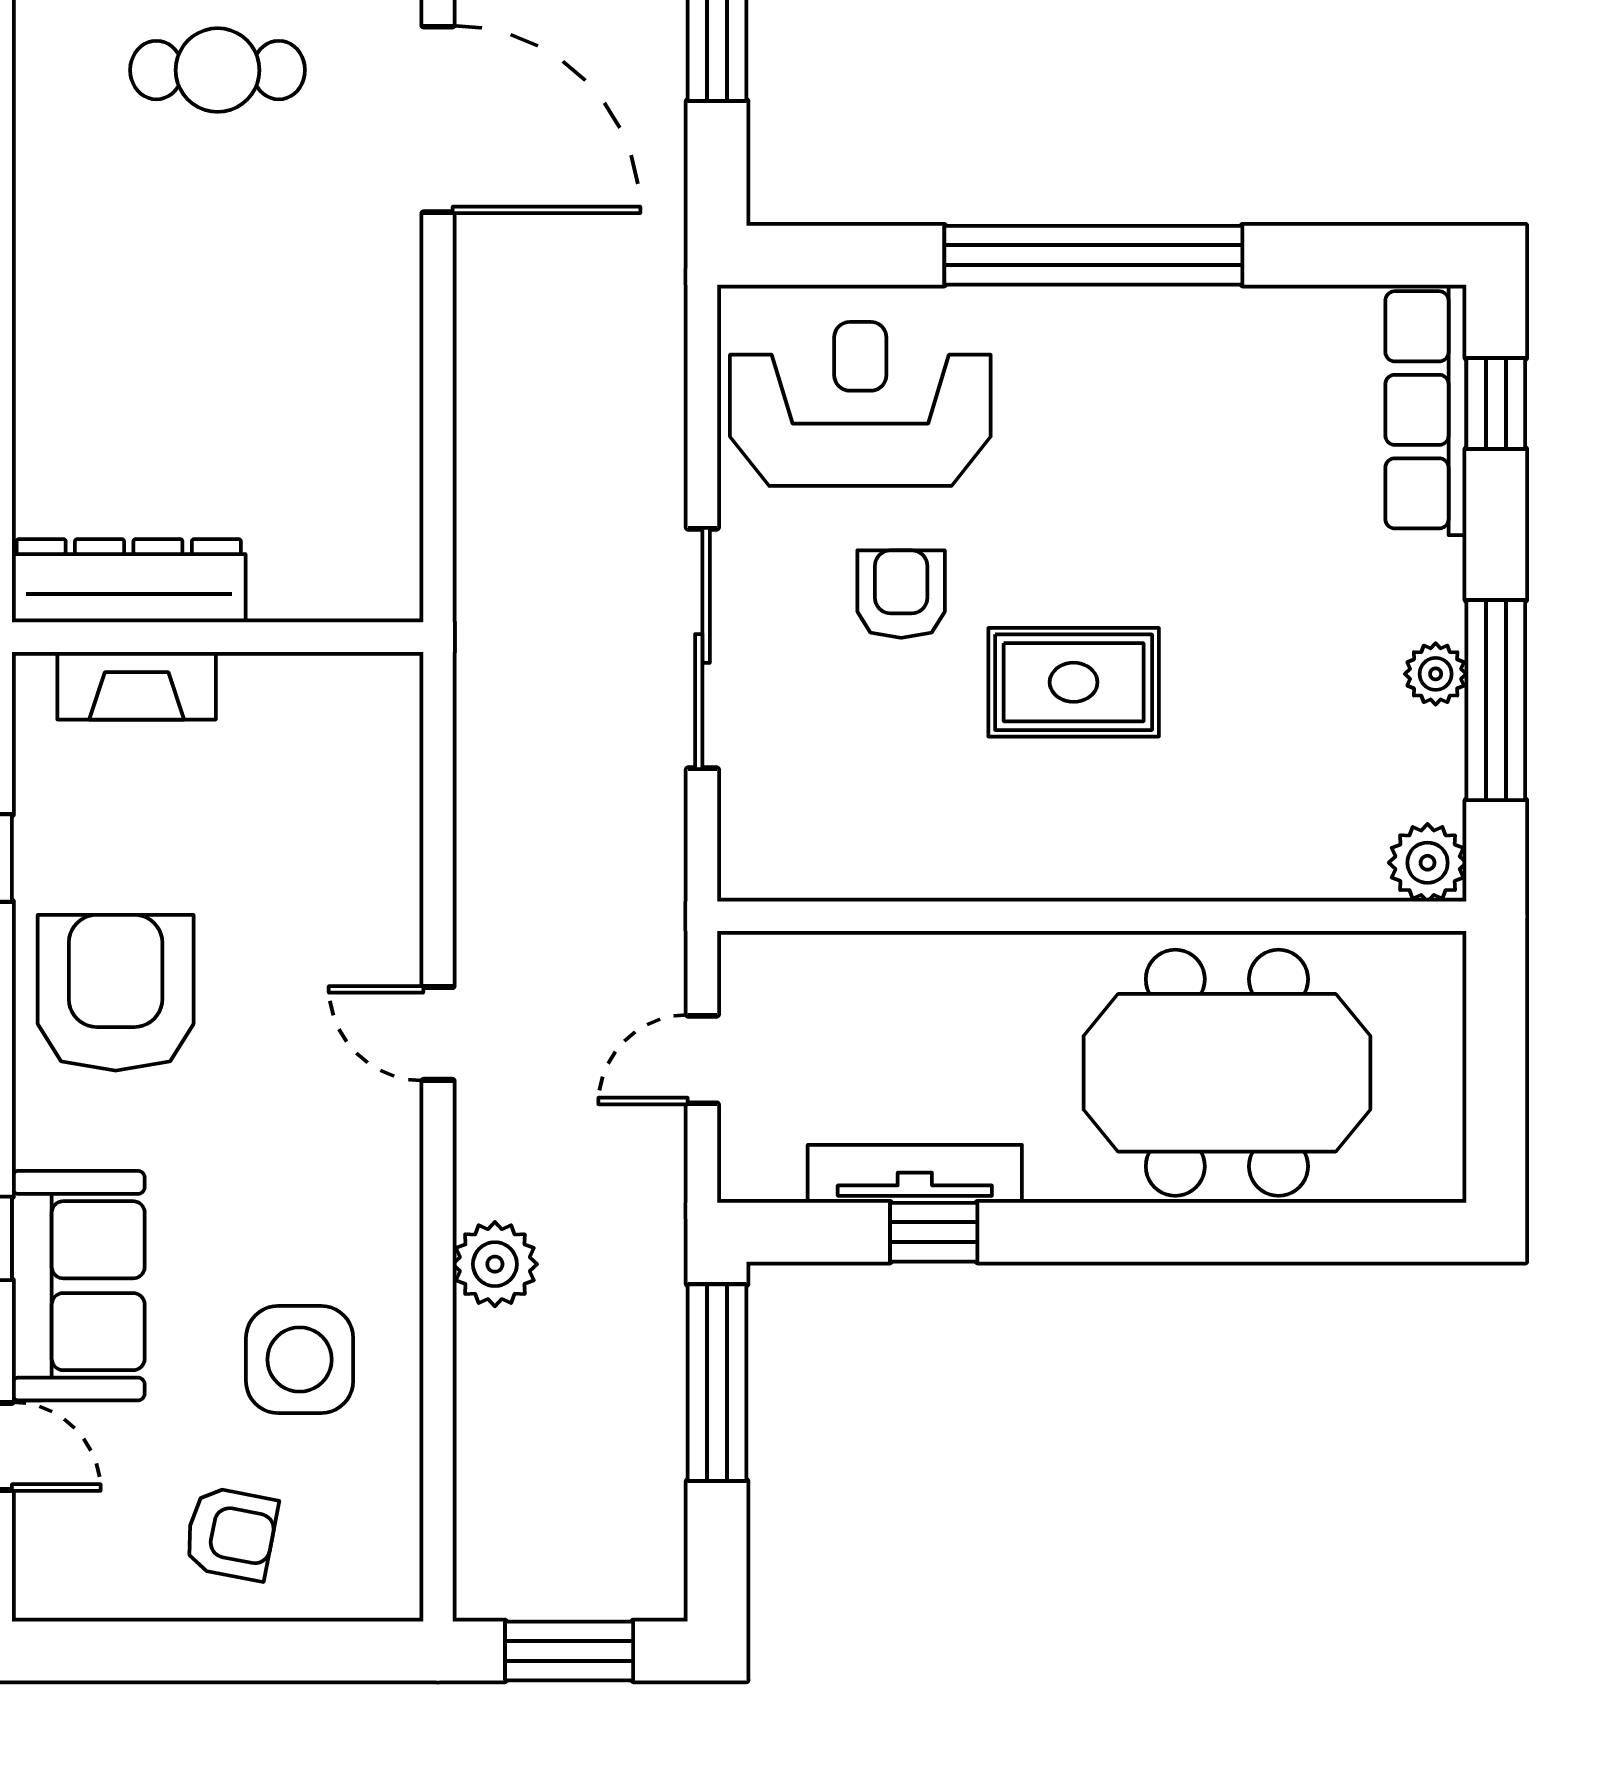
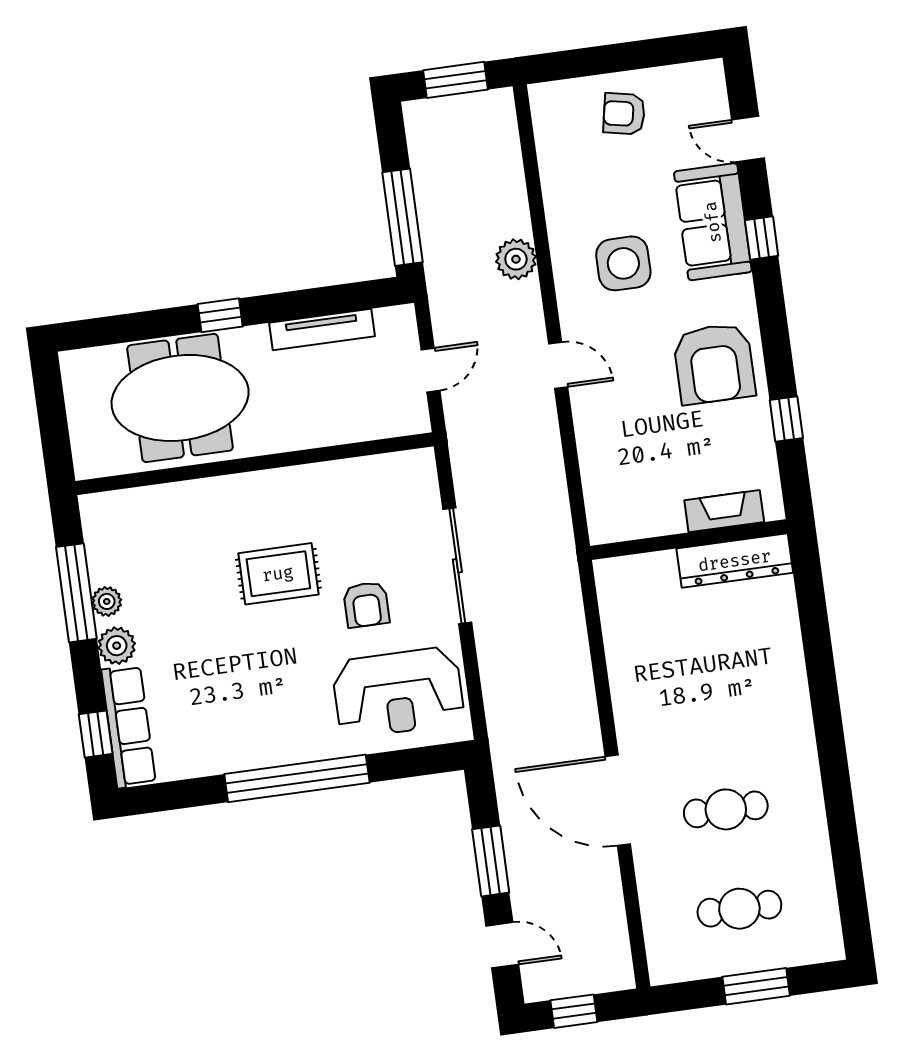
plant: (1428, 863) -> (117, 646), moved
window: (934, 1232) -> (220, 315), moved
side table: (300, 1360) -> (623, 263), moved

